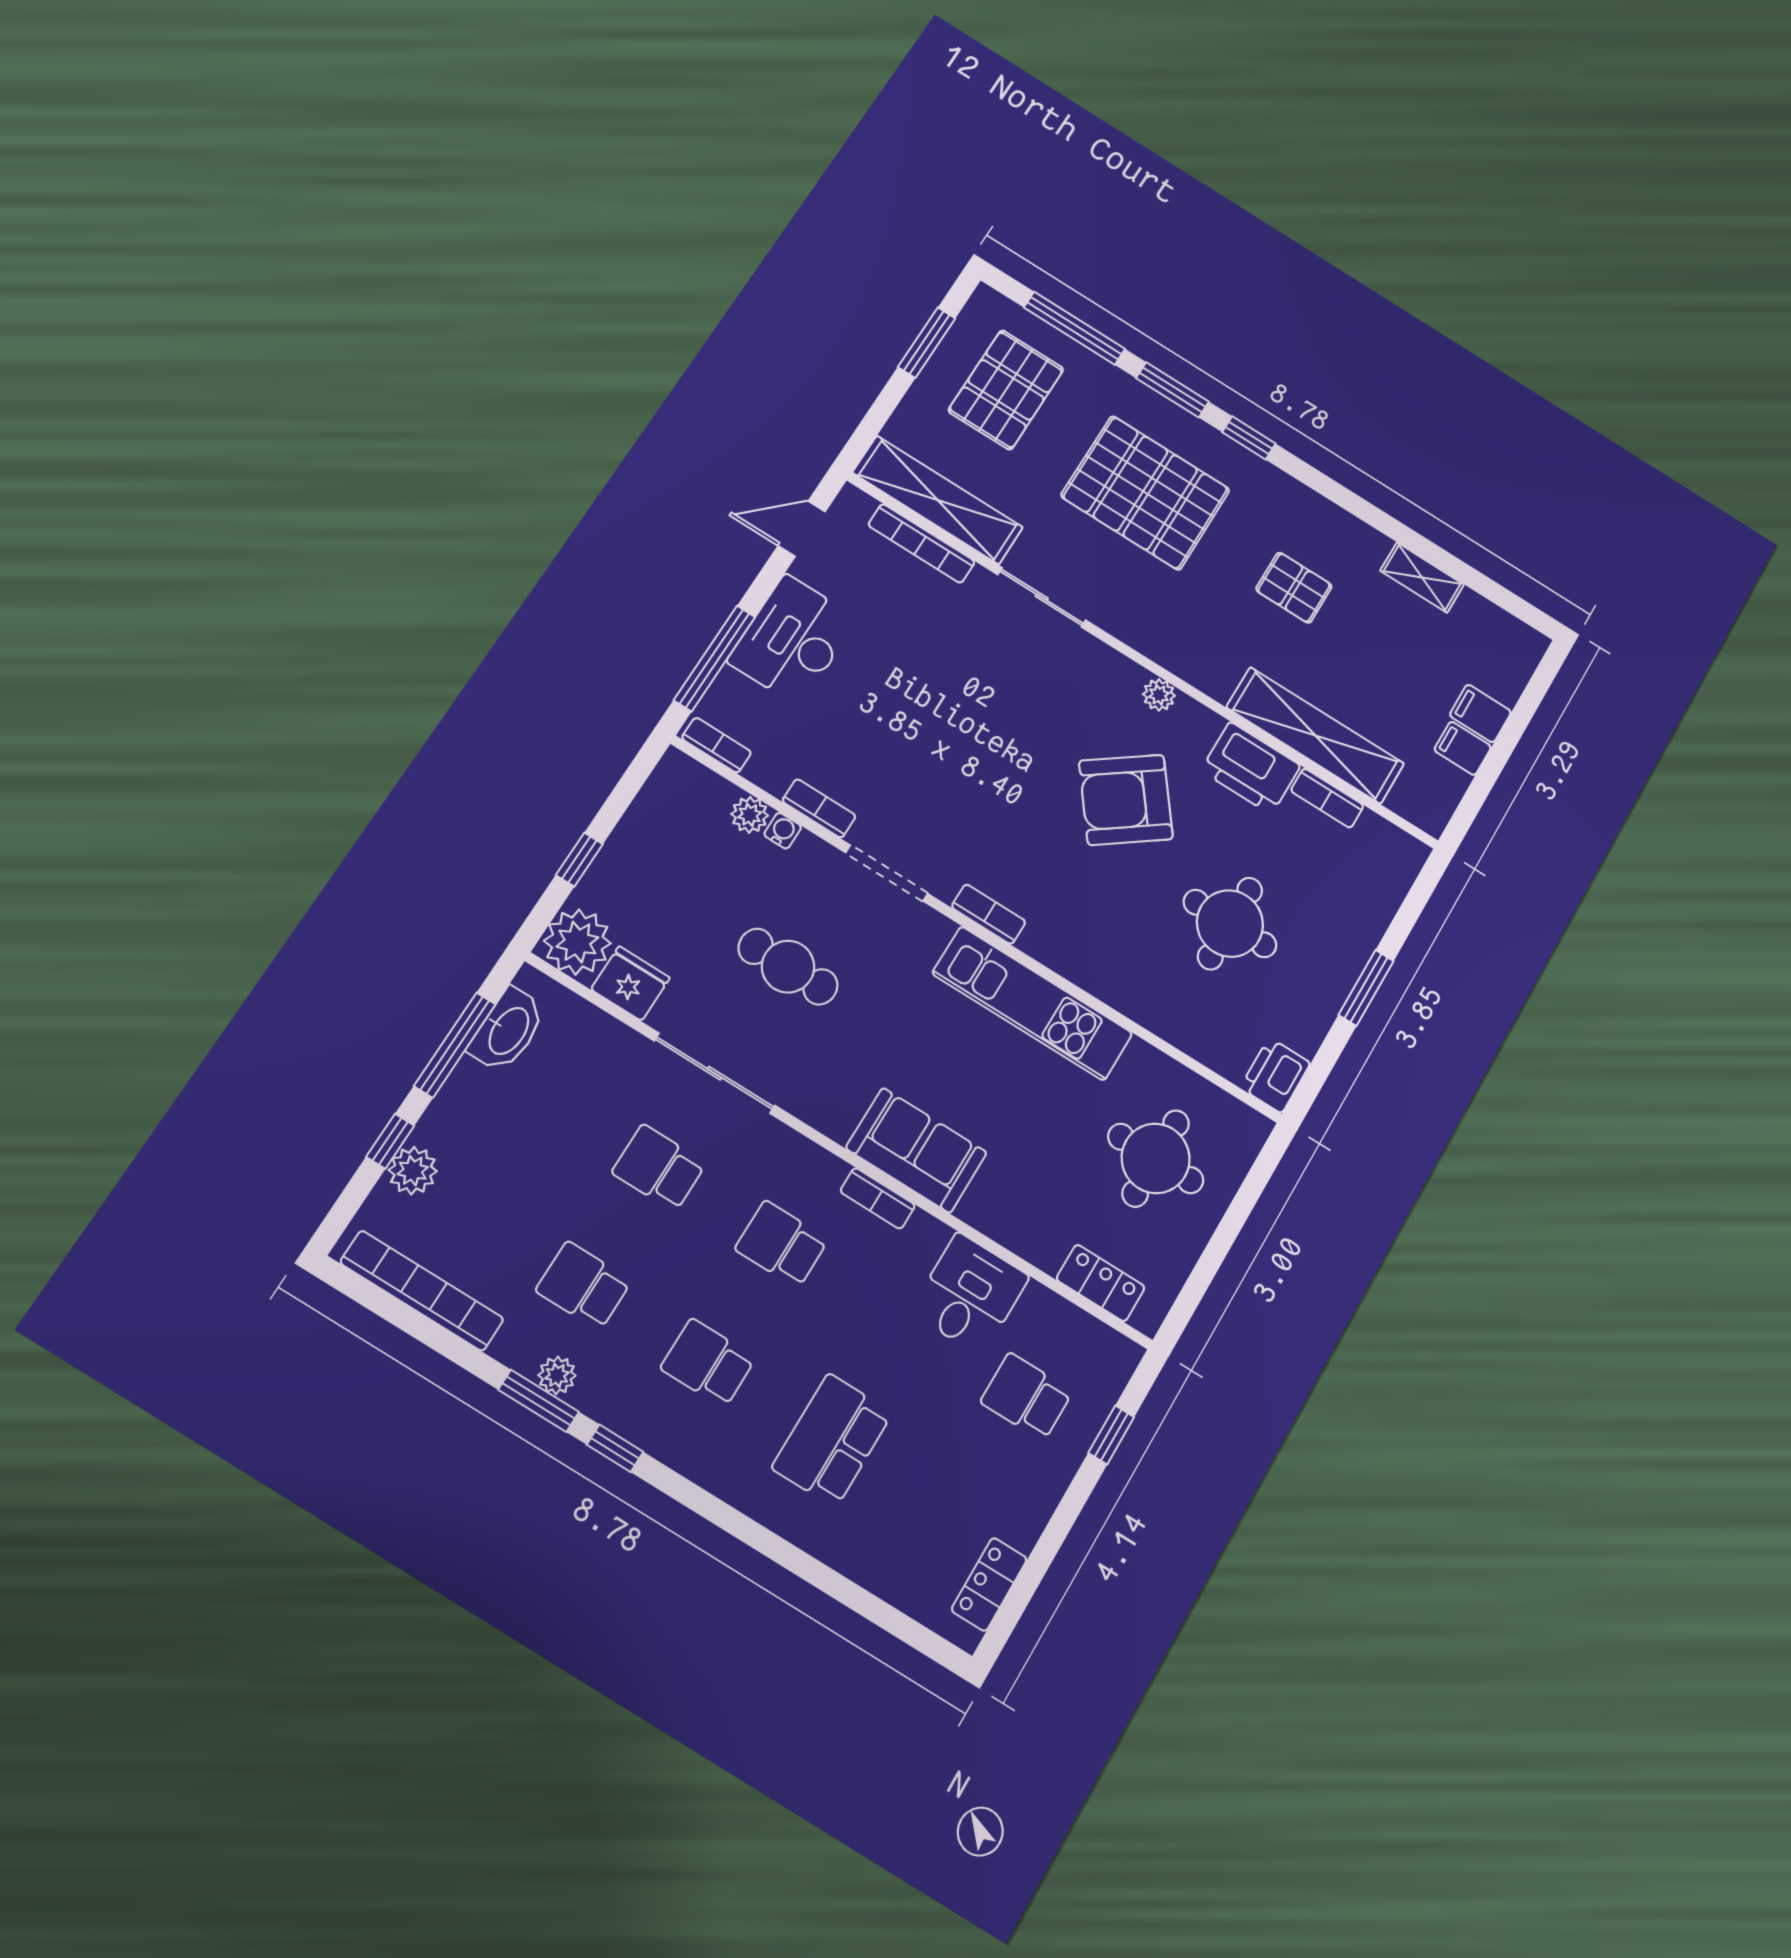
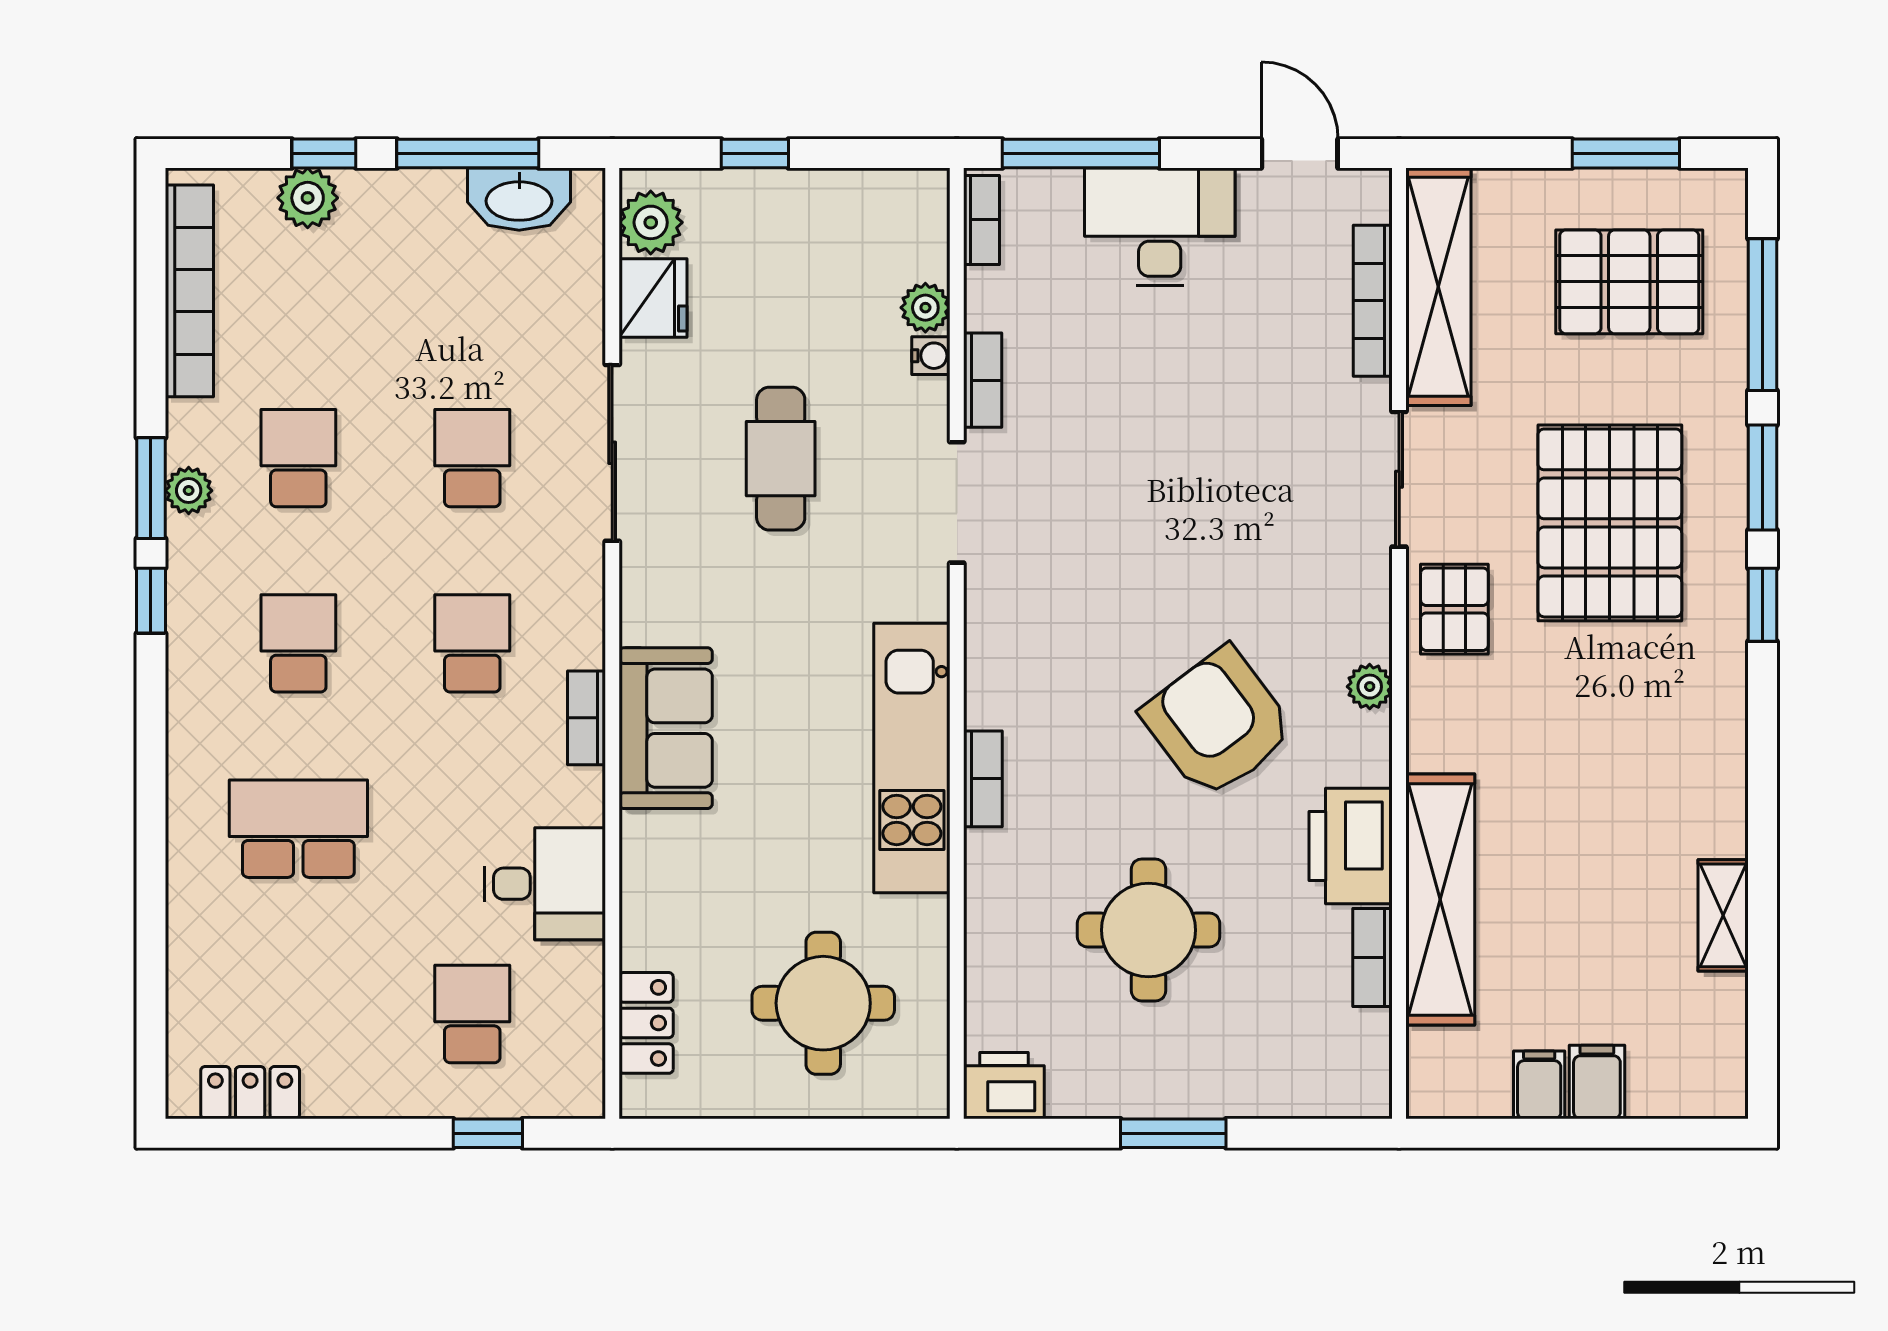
pallet: (1294, 588) -> (1454, 609), moved
bookcase: (989, 914) -> (983, 779), moved
plant: (577, 942) -> (651, 222), width x0.73, depth x0.73

